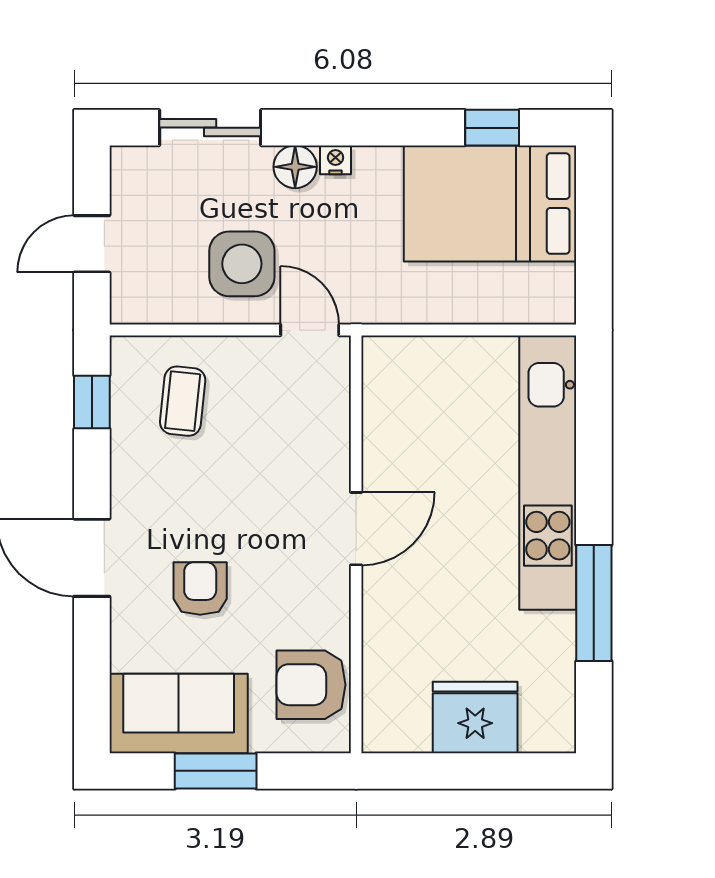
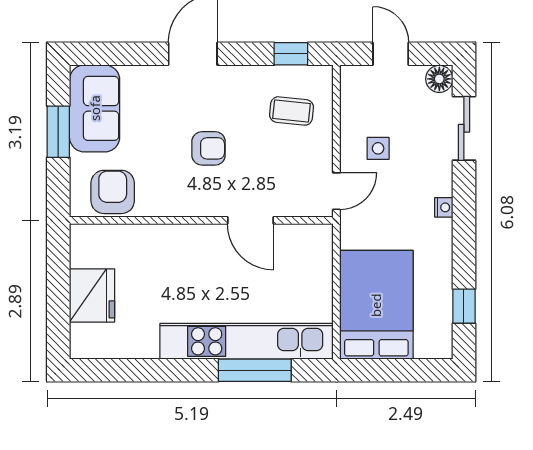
floor lamp: (295, 167) -> (439, 79), moved
bed: (490, 203) -> (376, 305), moved
side table: (242, 264) -> (378, 148), width x0.54, depth x0.54
door: (356, 529) -> (250, 220), moved
armchair: (200, 588) -> (209, 148), moved
window: (594, 603) -> (255, 370), moved

